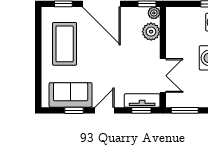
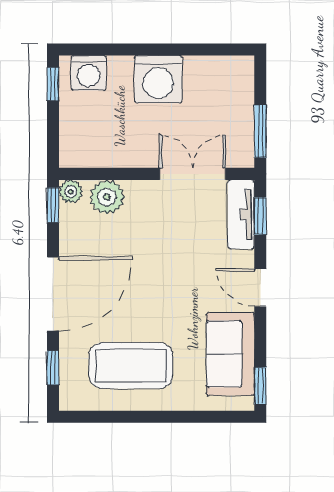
window: (74, 110) -> (260, 386), moved

